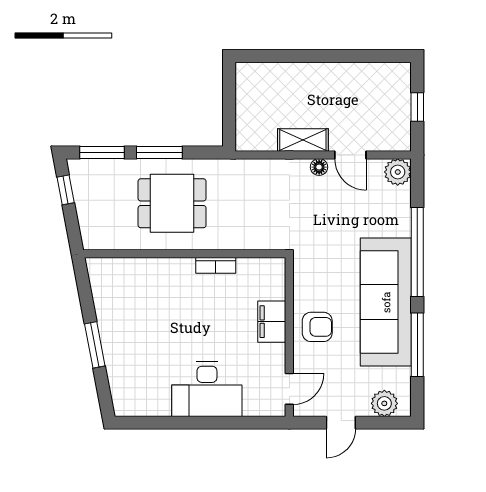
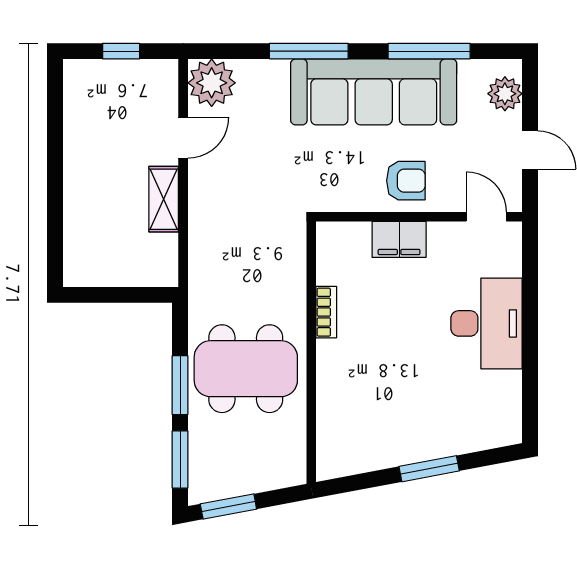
floor lamp: (319, 167) -> (199, 178), removed
plant: (398, 172) -> (212, 83), width x1.36, depth x1.36
window: (66, 190) -> (228, 506), width x1.50
dining table: (172, 203) -> (246, 369), width x1.38
window: (417, 252) -> (309, 51), width x0.68
armchair: (317, 327) -> (406, 181), turned 90

